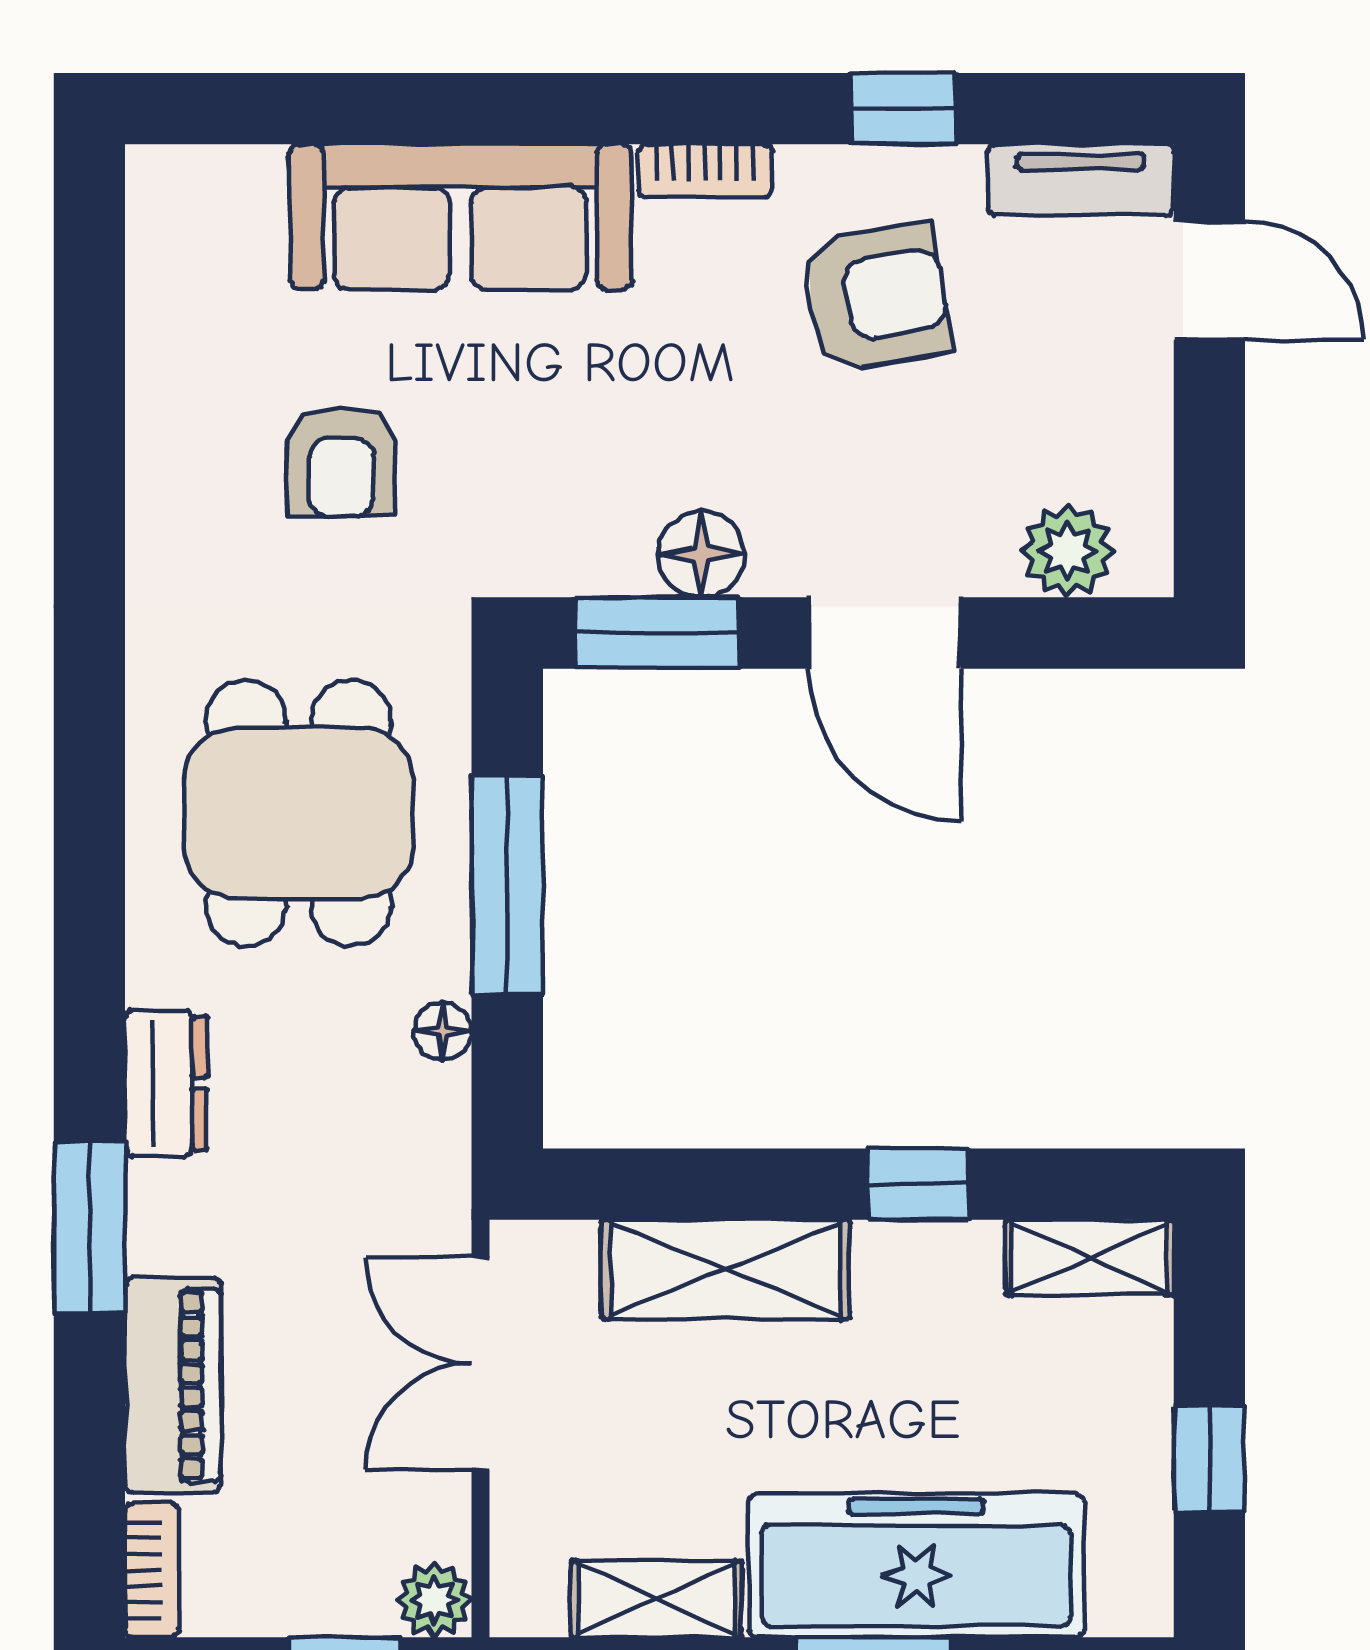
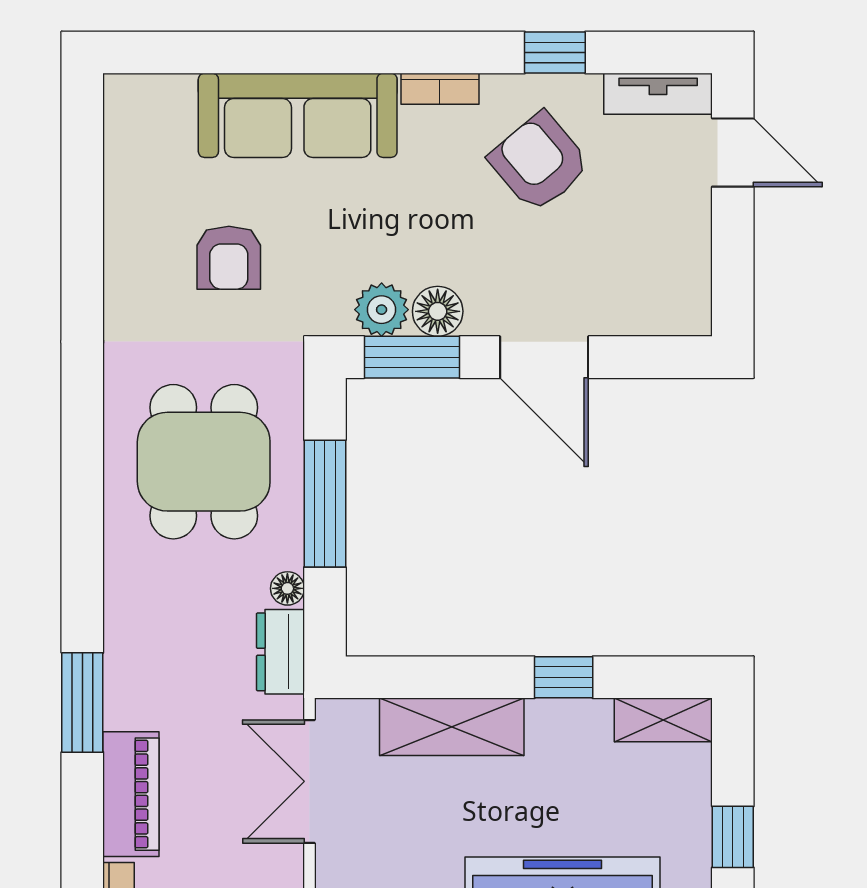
armchair: (876, 297) -> (539, 162), turned -120
plant: (1067, 551) -> (382, 310), moved
dresser: (166, 1083) -> (280, 652), moved, turned 180

